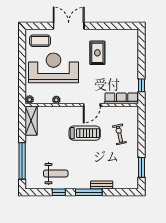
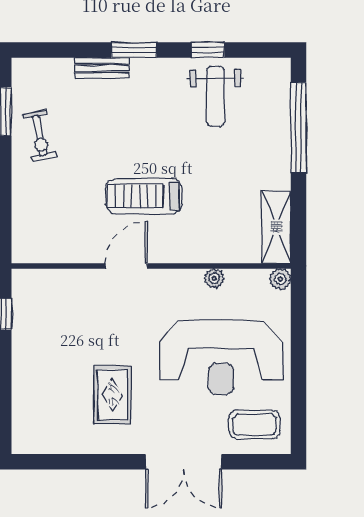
row of seats: (121, 98) -> (53, 282), removed
exercise bike: (119, 134) -> (39, 136), moved
weight bench: (56, 174) -> (216, 96), turned -90
window: (89, 192) -> (134, 50), width x0.69

